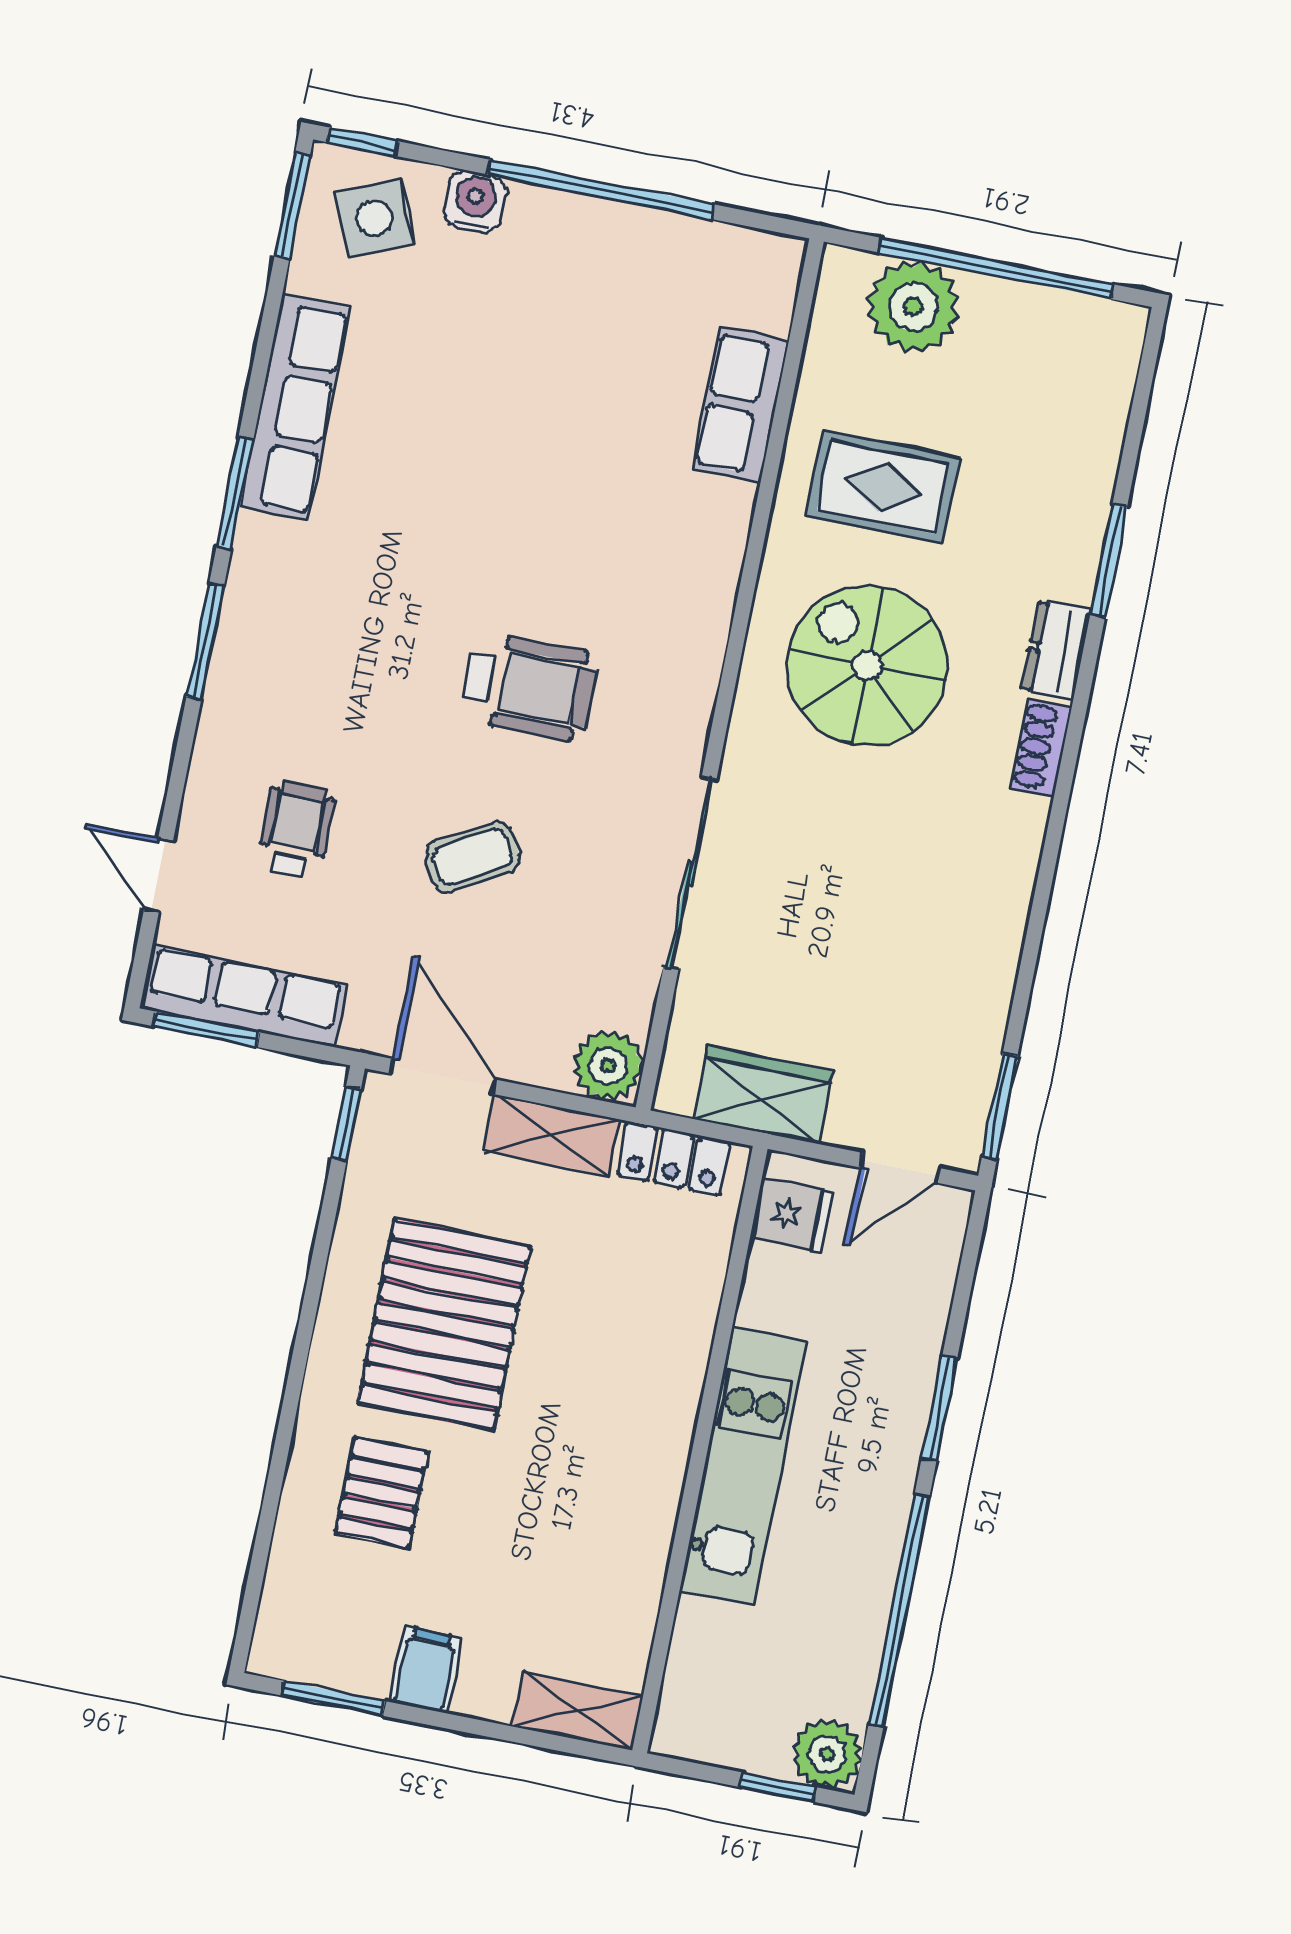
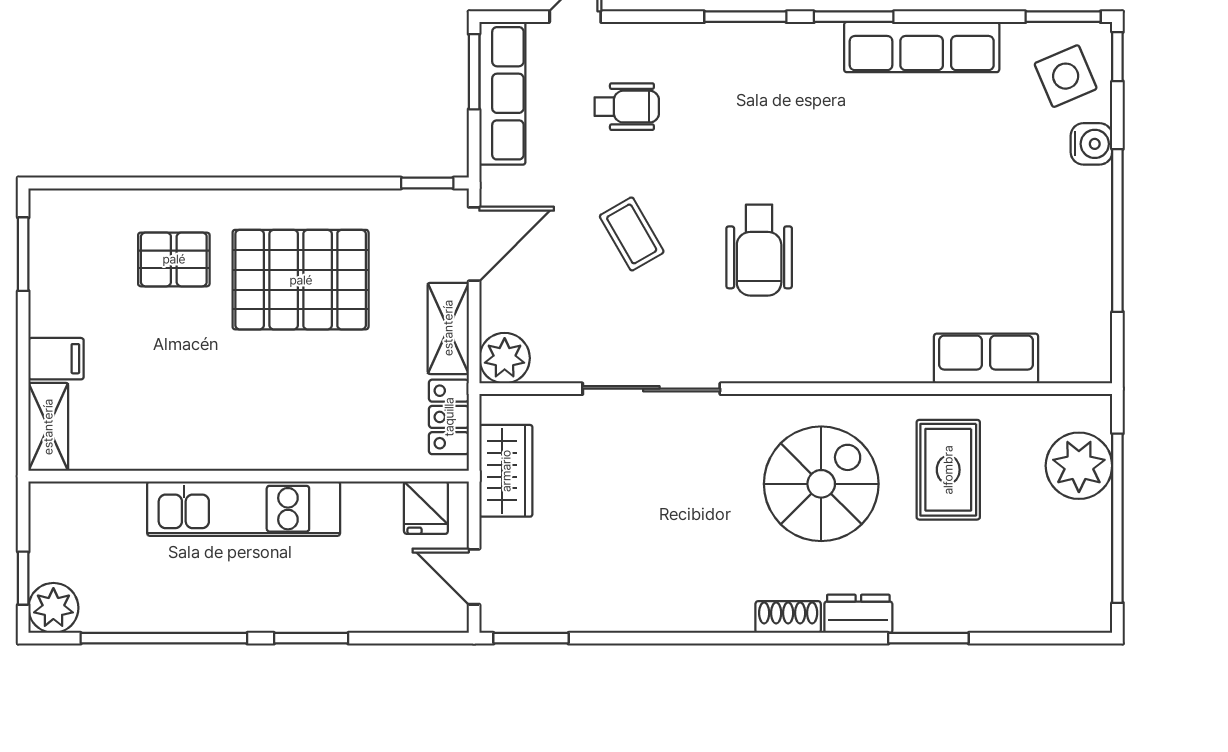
filing cabinet: (425, 1670) -> (56, 359), moved

